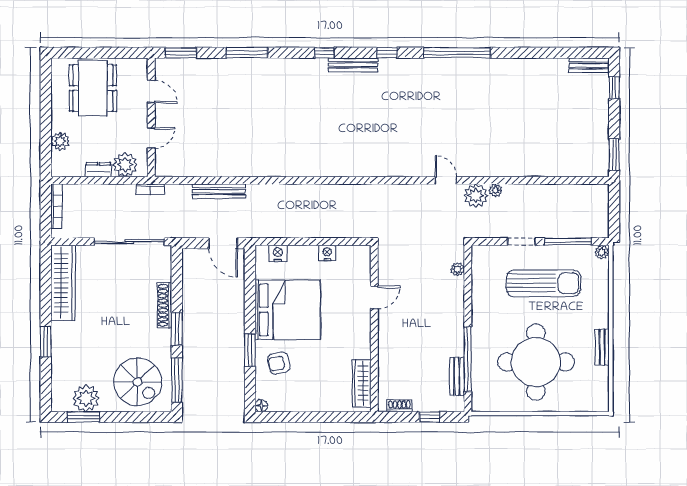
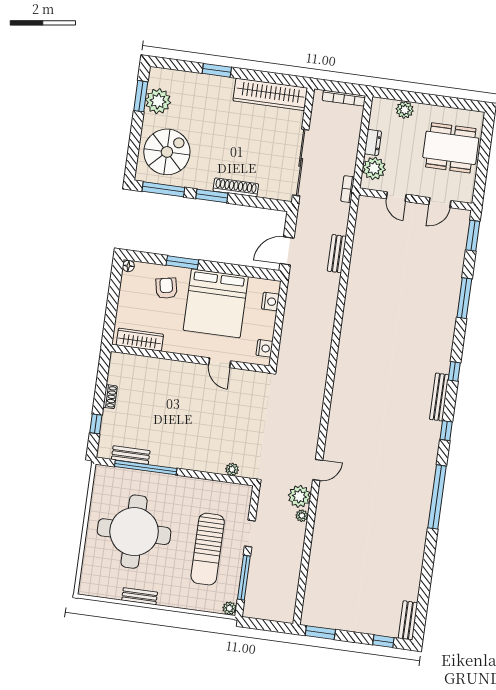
bench: (219, 191) -> (337, 254), width x0.73
door: (374, 297) -> (220, 363), moved
wall: (374, 328) -> (190, 359), moved
spiral stairs: (138, 382) -> (167, 152), turned 180
wardrobe: (362, 383) -> (140, 340), moved

